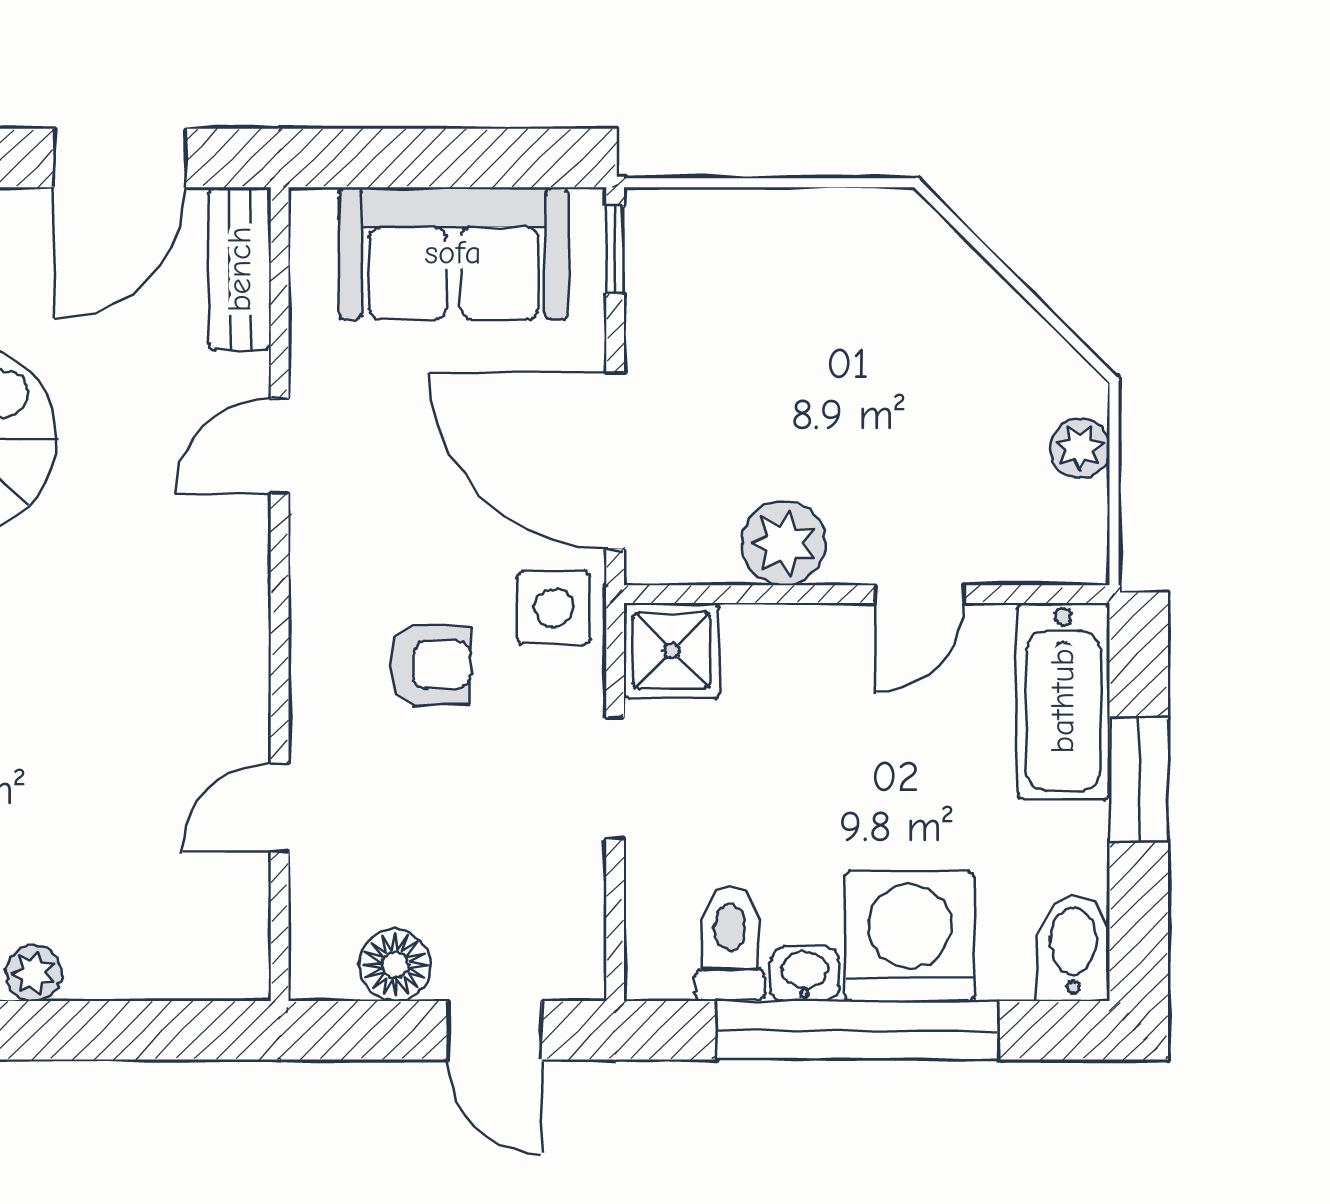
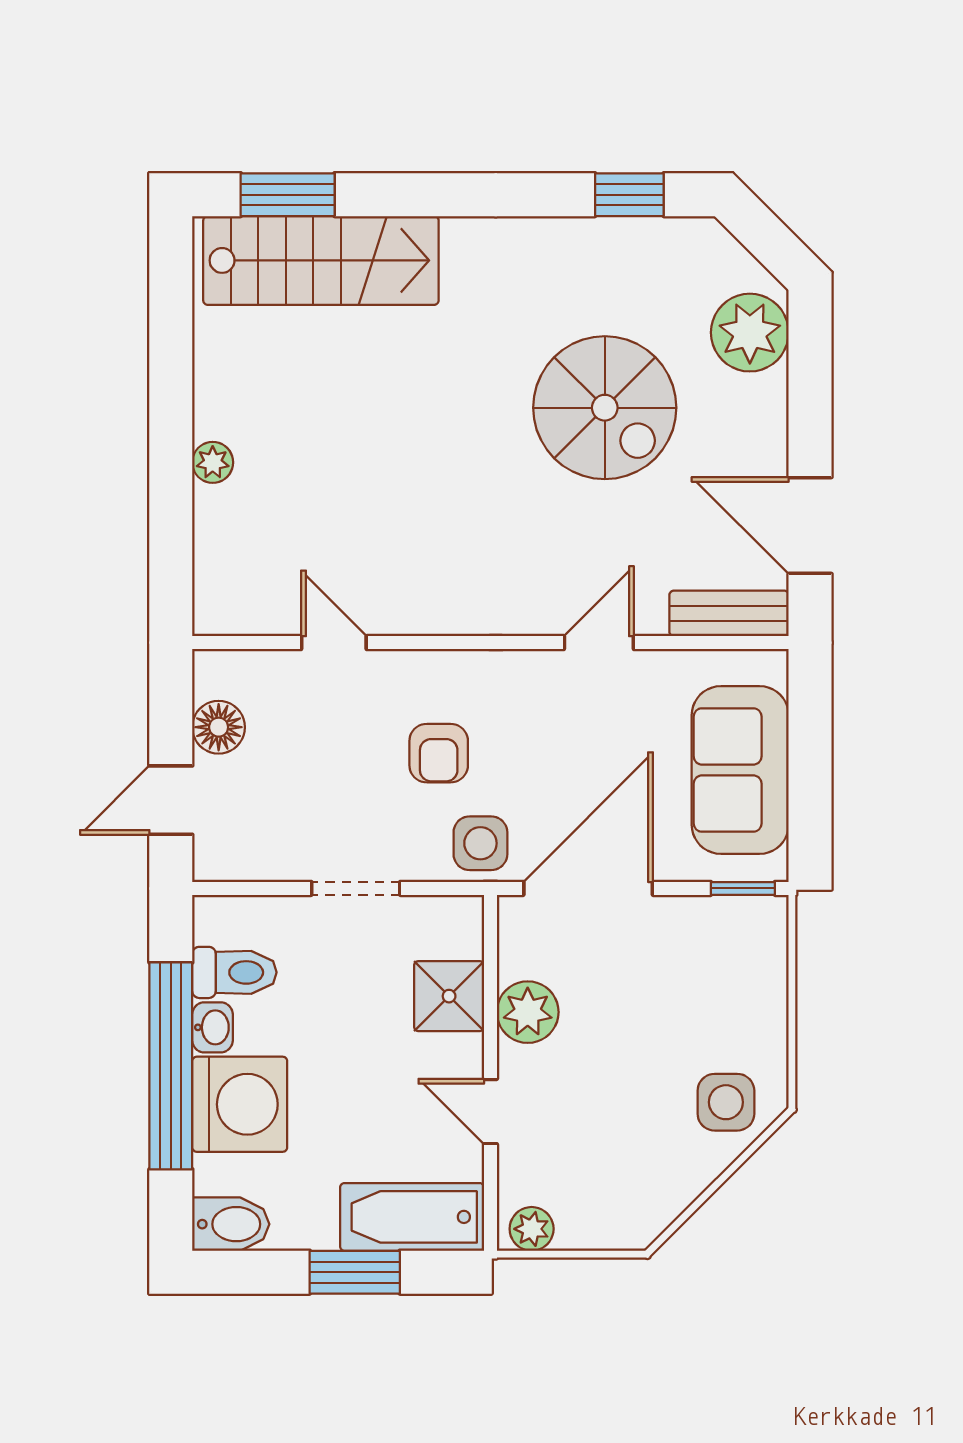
side table: (907, 273) -> (726, 1102), added
door: (280, 446) -> (599, 643), hinge flipped
plant: (1080, 448) -> (532, 1229), moved
shower: (672, 651) -> (449, 996), moved

